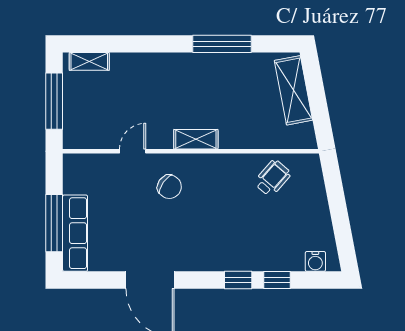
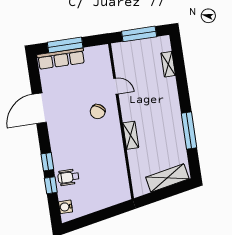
shelving: (89, 61) -> (168, 64), moved
shelving: (196, 139) -> (131, 135), moved
wheelchair: (273, 178) -> (68, 177), moved, turned 139

